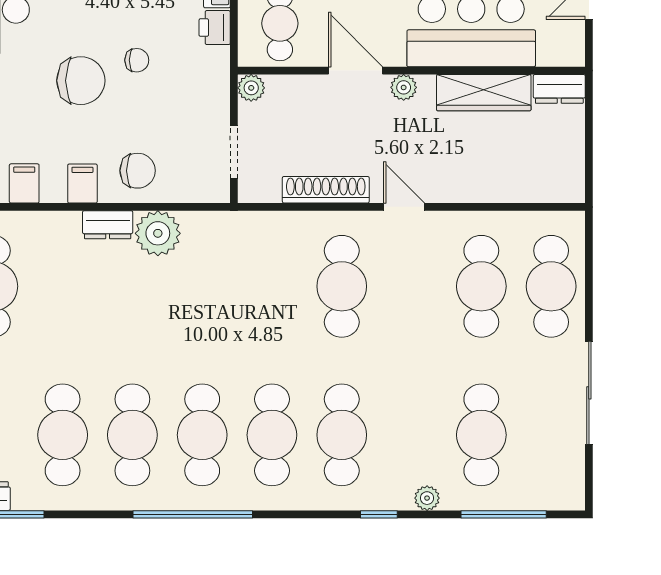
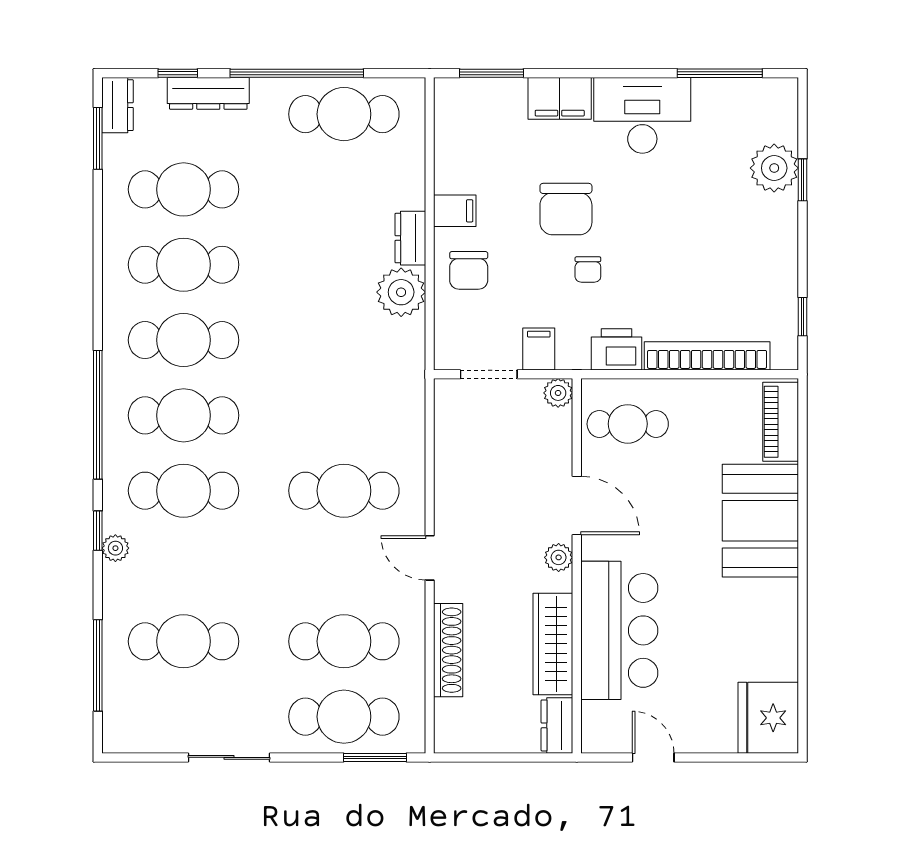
printer: (215, 28) -> (616, 349), width x1.36, depth x1.24
door: (355, 71) -> (577, 505), hinge flipped
filing cabinet: (24, 183) -> (539, 349), moved, turned -90
shoe rack: (326, 190) -> (448, 650), moved
door: (404, 207) -> (430, 558), swing flipped
window: (589, 258) -> (375, 757), added
sliding door: (589, 393) -> (229, 757), width x0.73
plant: (427, 498) -> (115, 548), moved
window: (193, 514) -> (98, 415), moved

